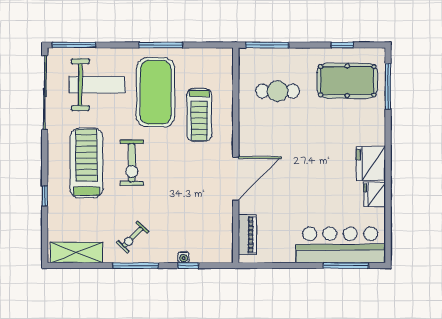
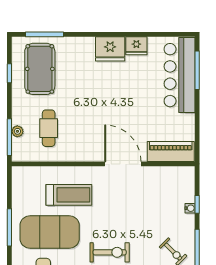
plant: (274, 54) -> (17, 131), added
piano: (247, 235) -> (171, 151), width x1.37, depth x1.33

